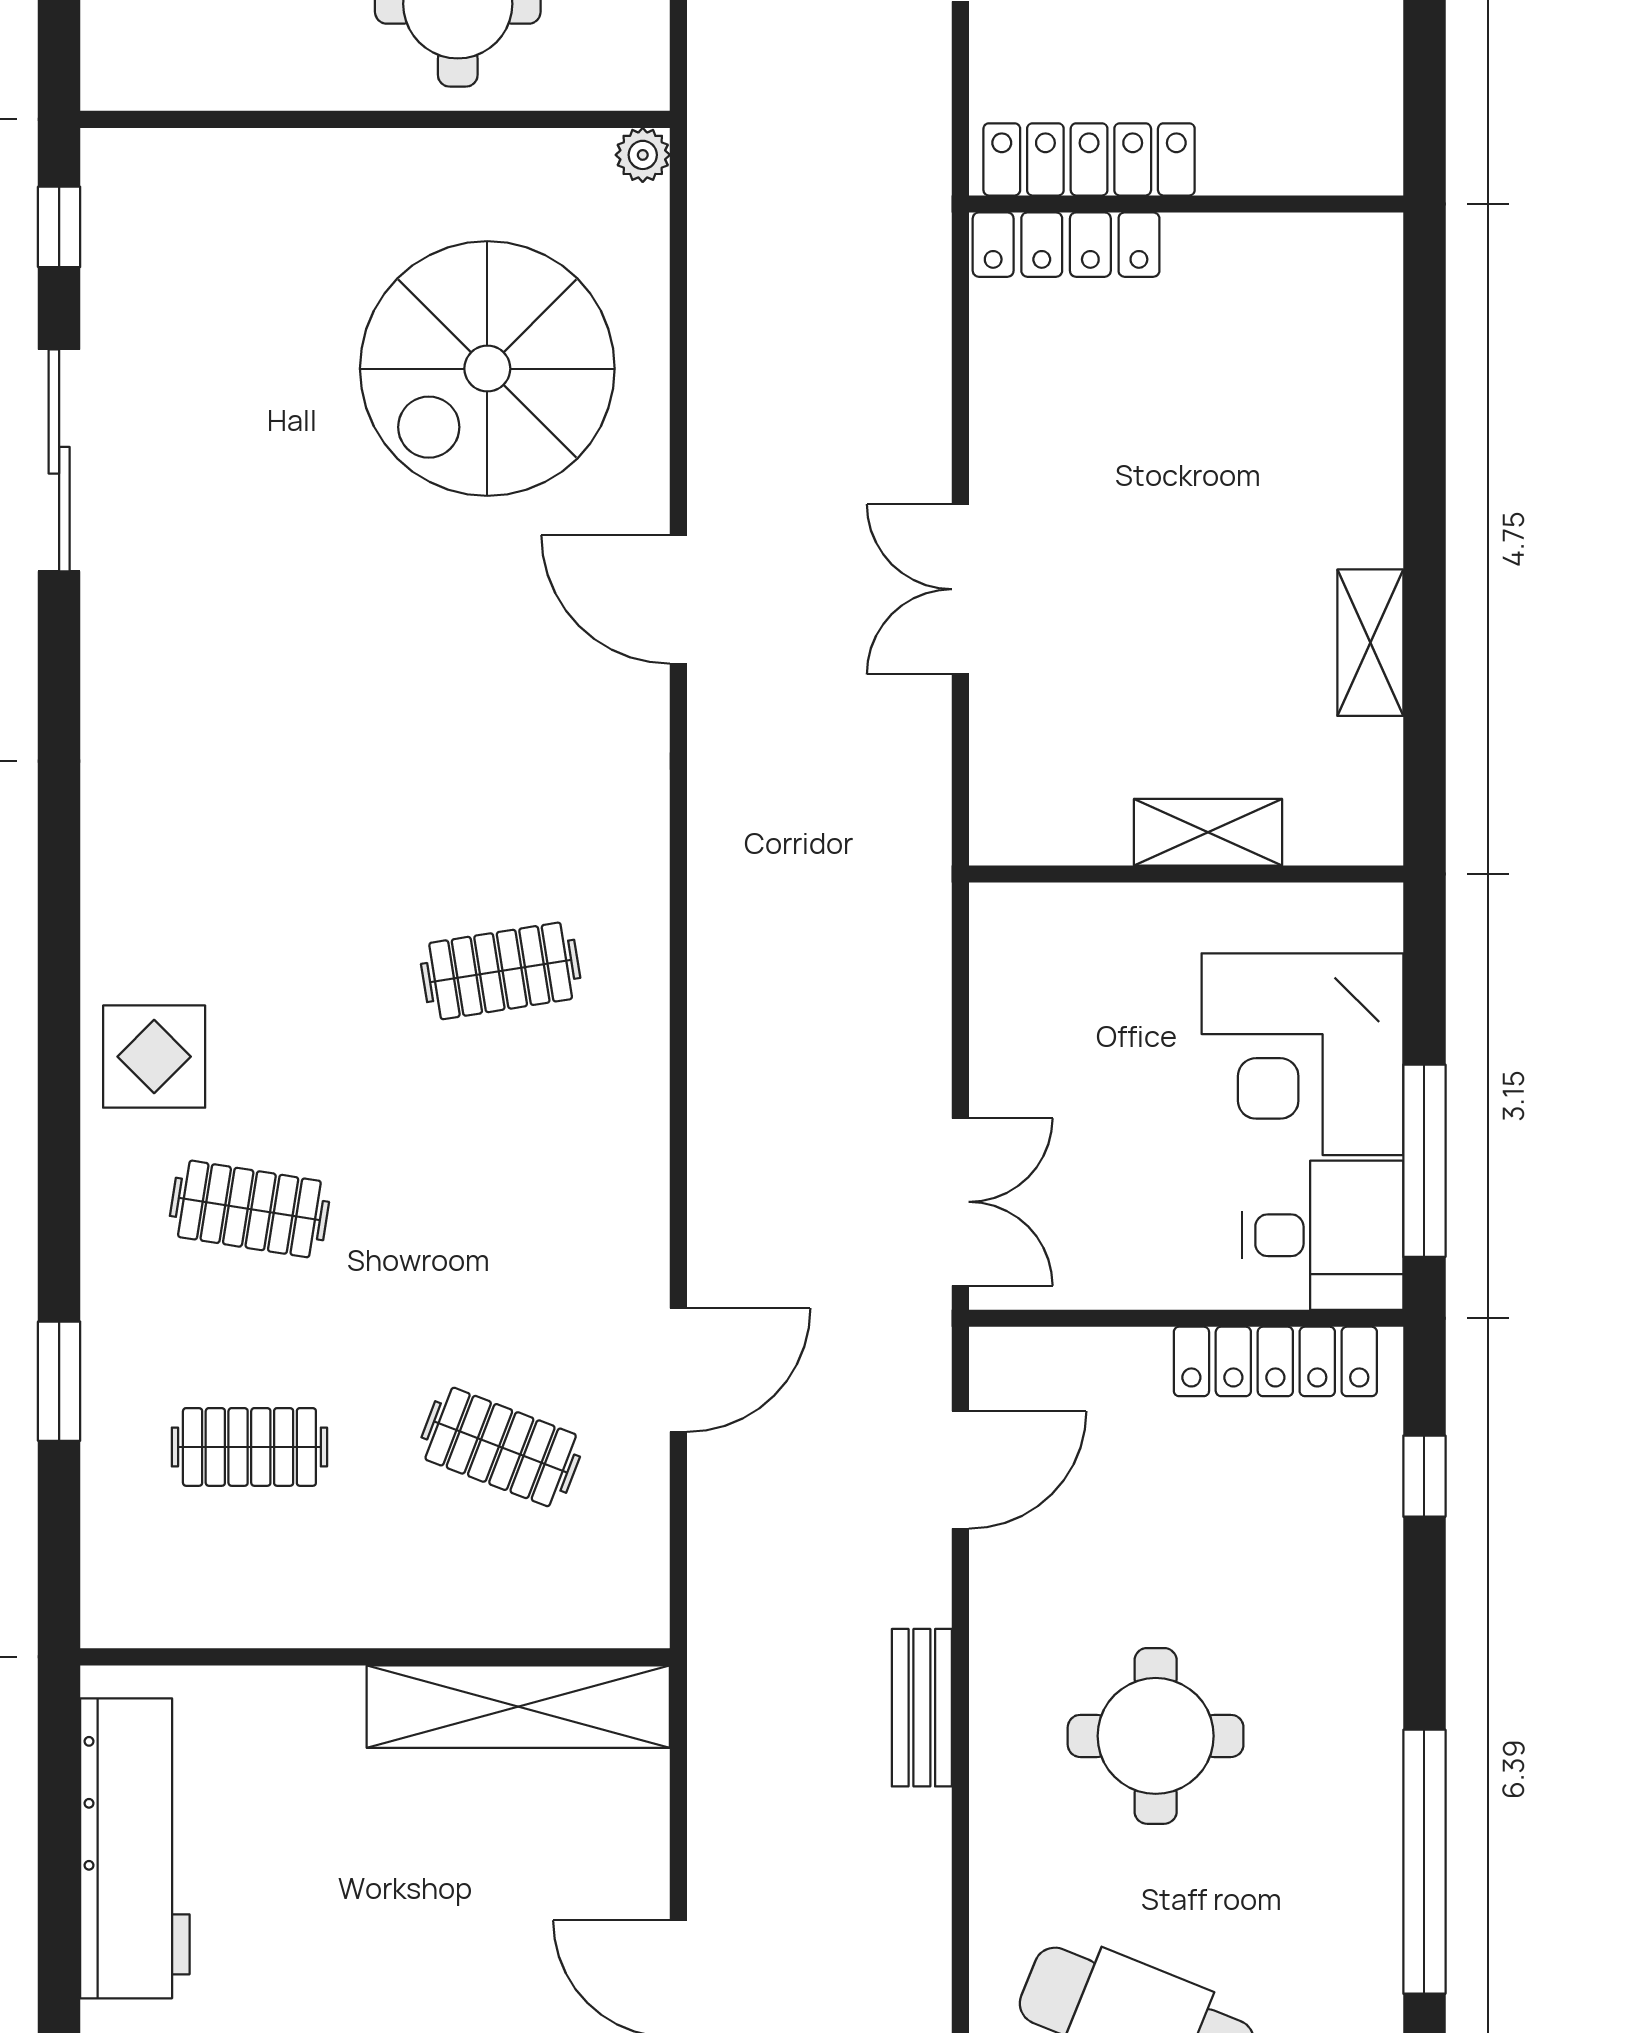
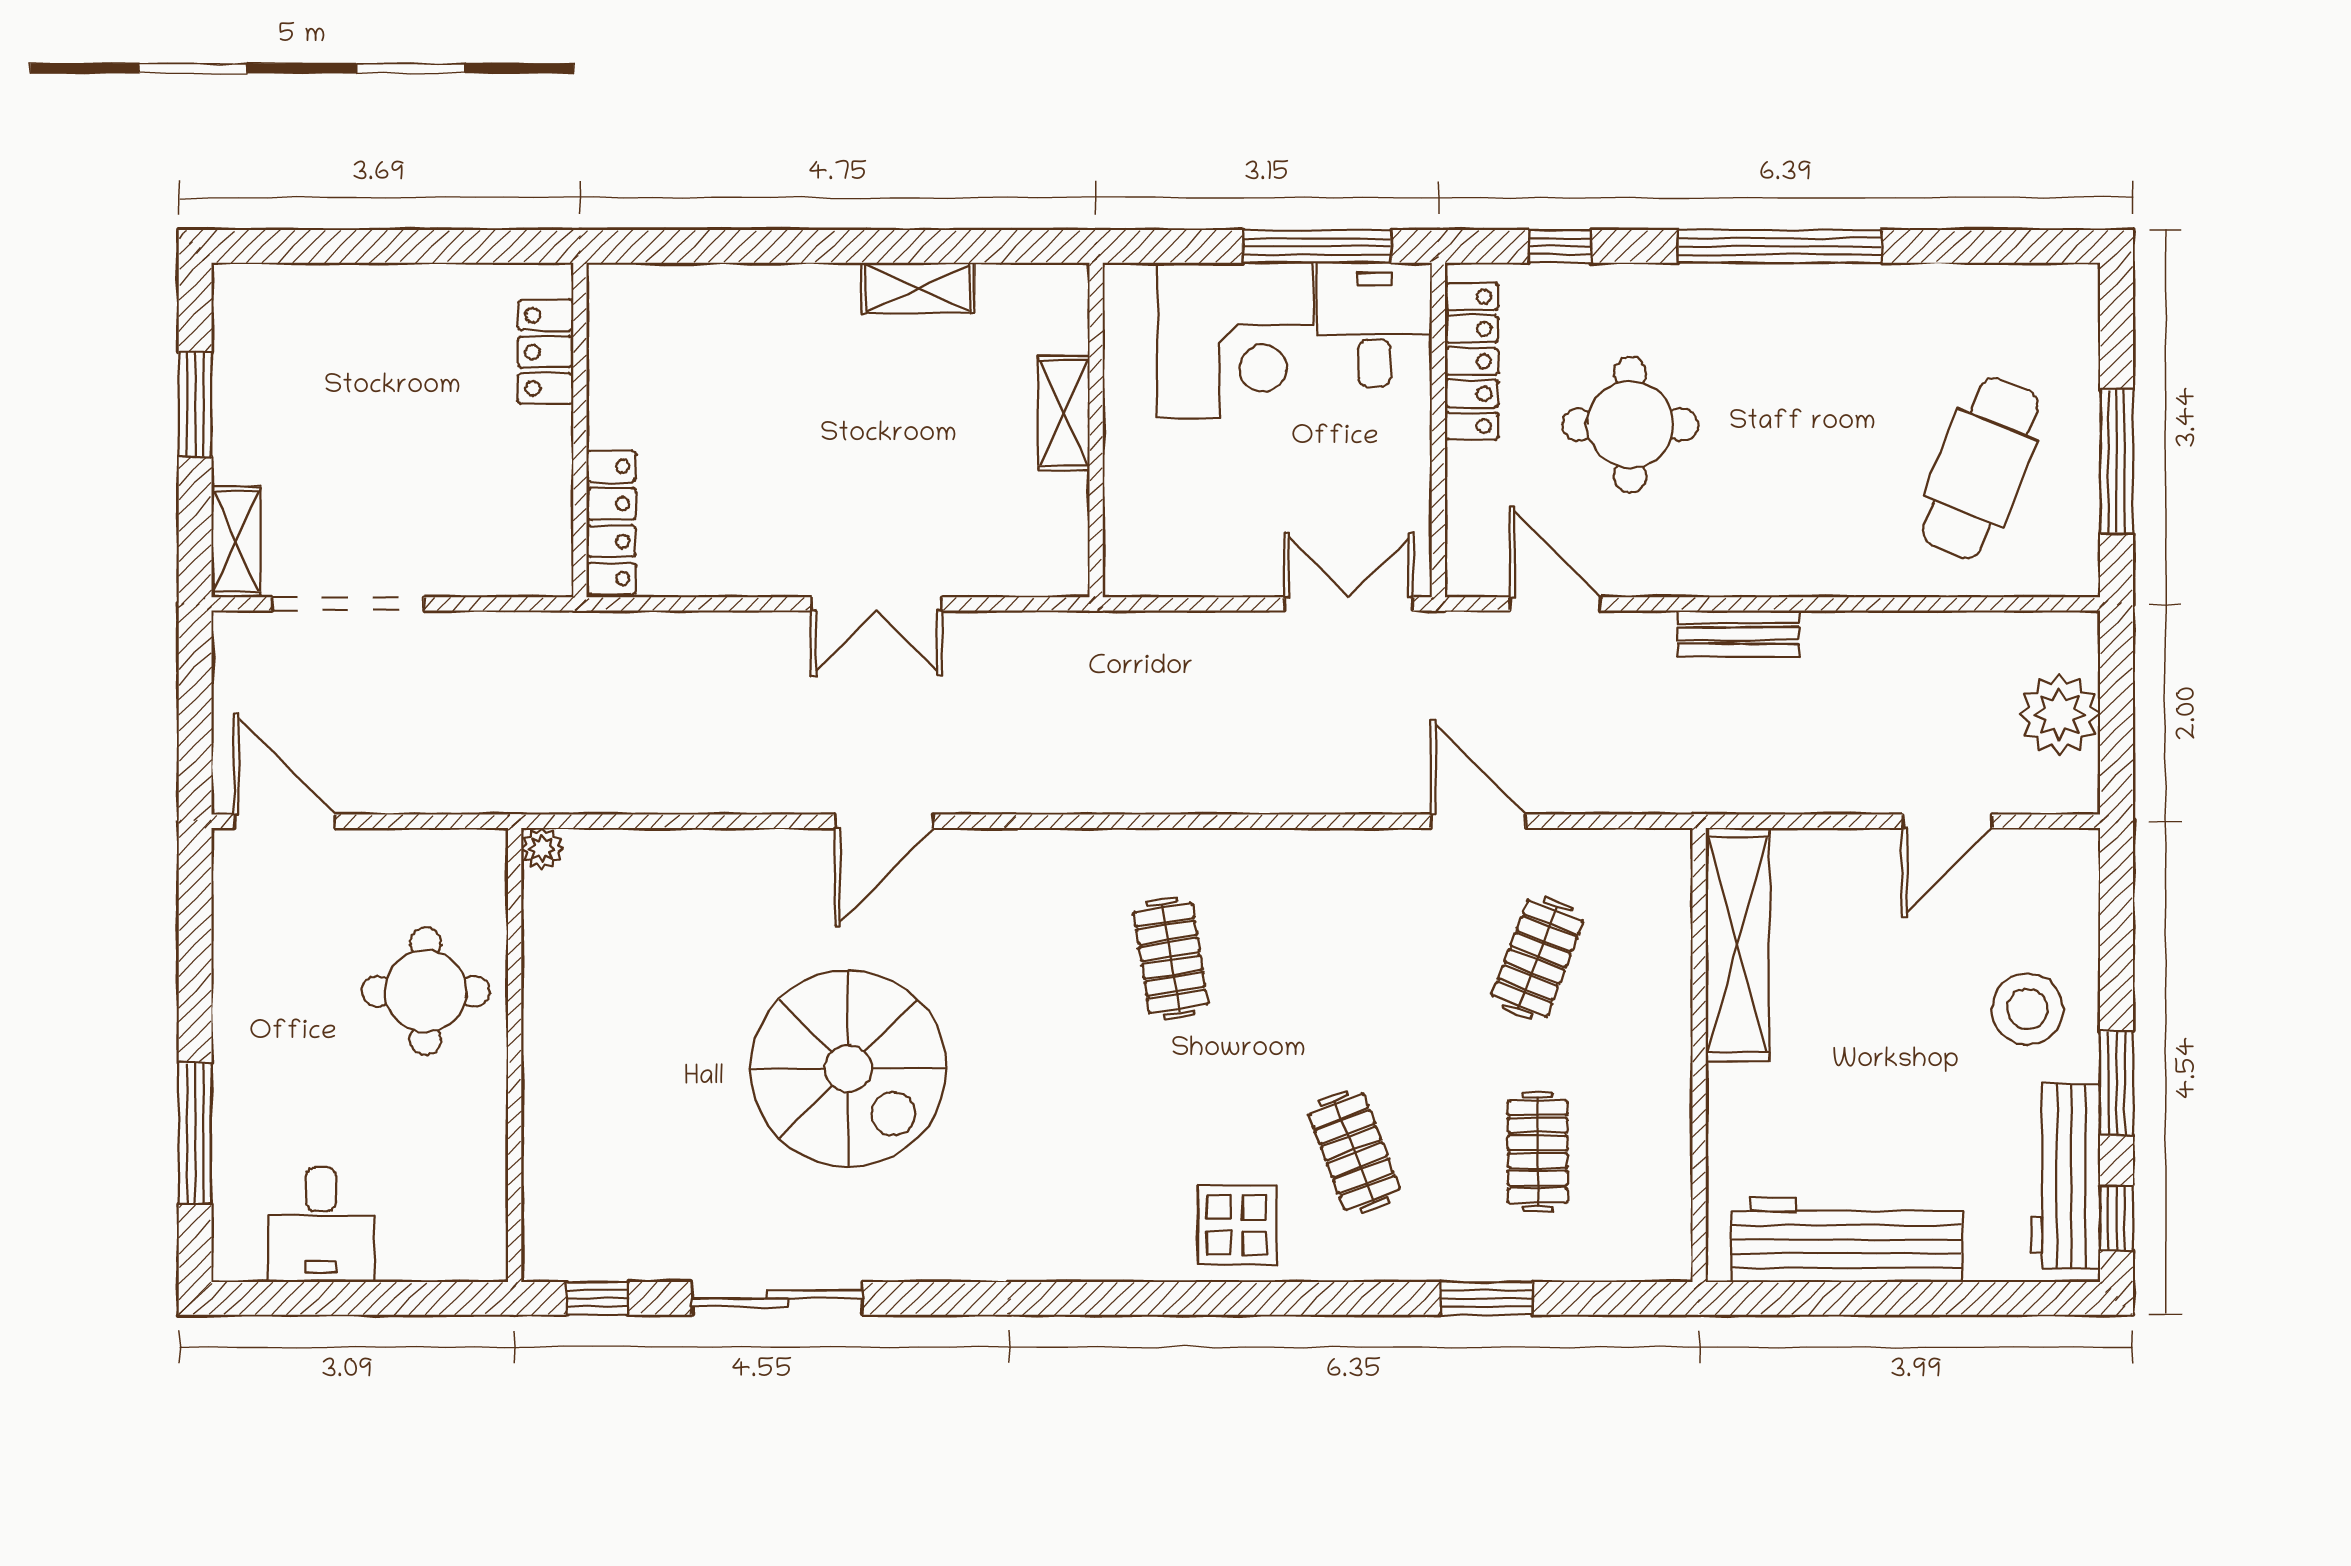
locker: (1089, 159) -> (546, 352), moved, width x0.66
spiral stairs: (487, 369) -> (848, 1069), moved
clothes rail: (249, 1209) -> (1354, 1152), turned -30
round table: (1156, 1736) -> (1630, 425), moved
window: (1424, 1862) -> (1780, 246), moved

